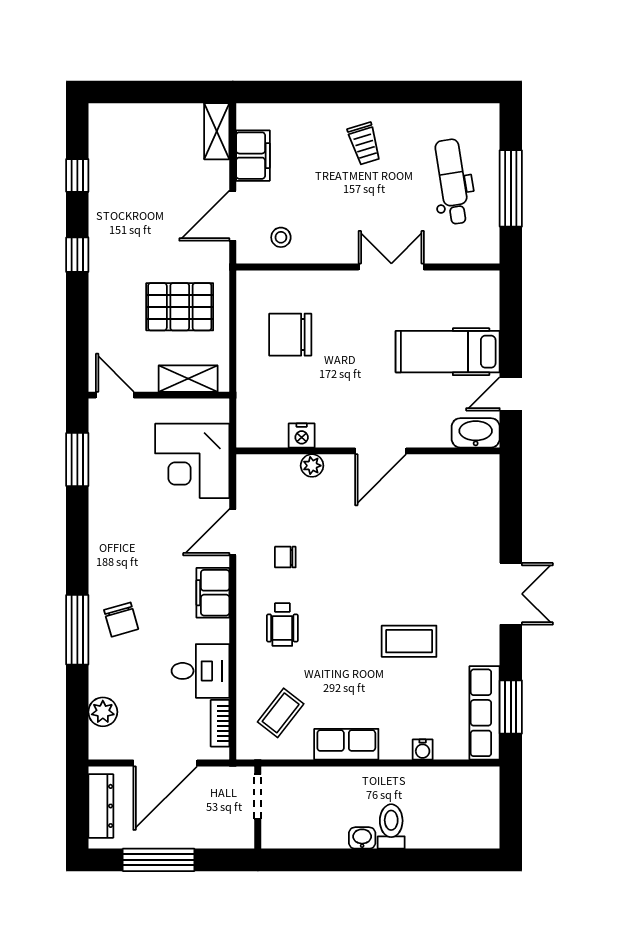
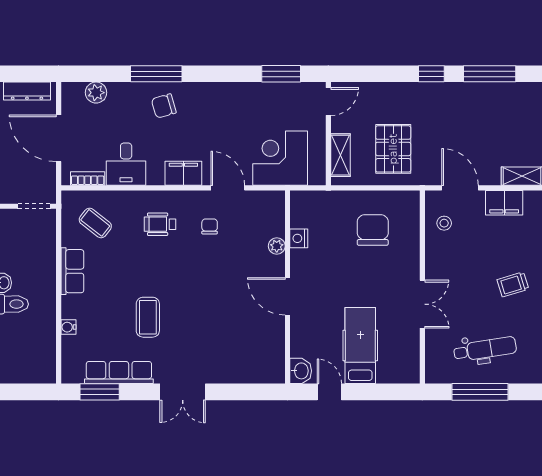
window: (77, 175) -> (490, 74), width x2.17
washbasin: (476, 433) -> (301, 371), width x0.72
row of seats: (485, 713) -> (119, 373), moved

